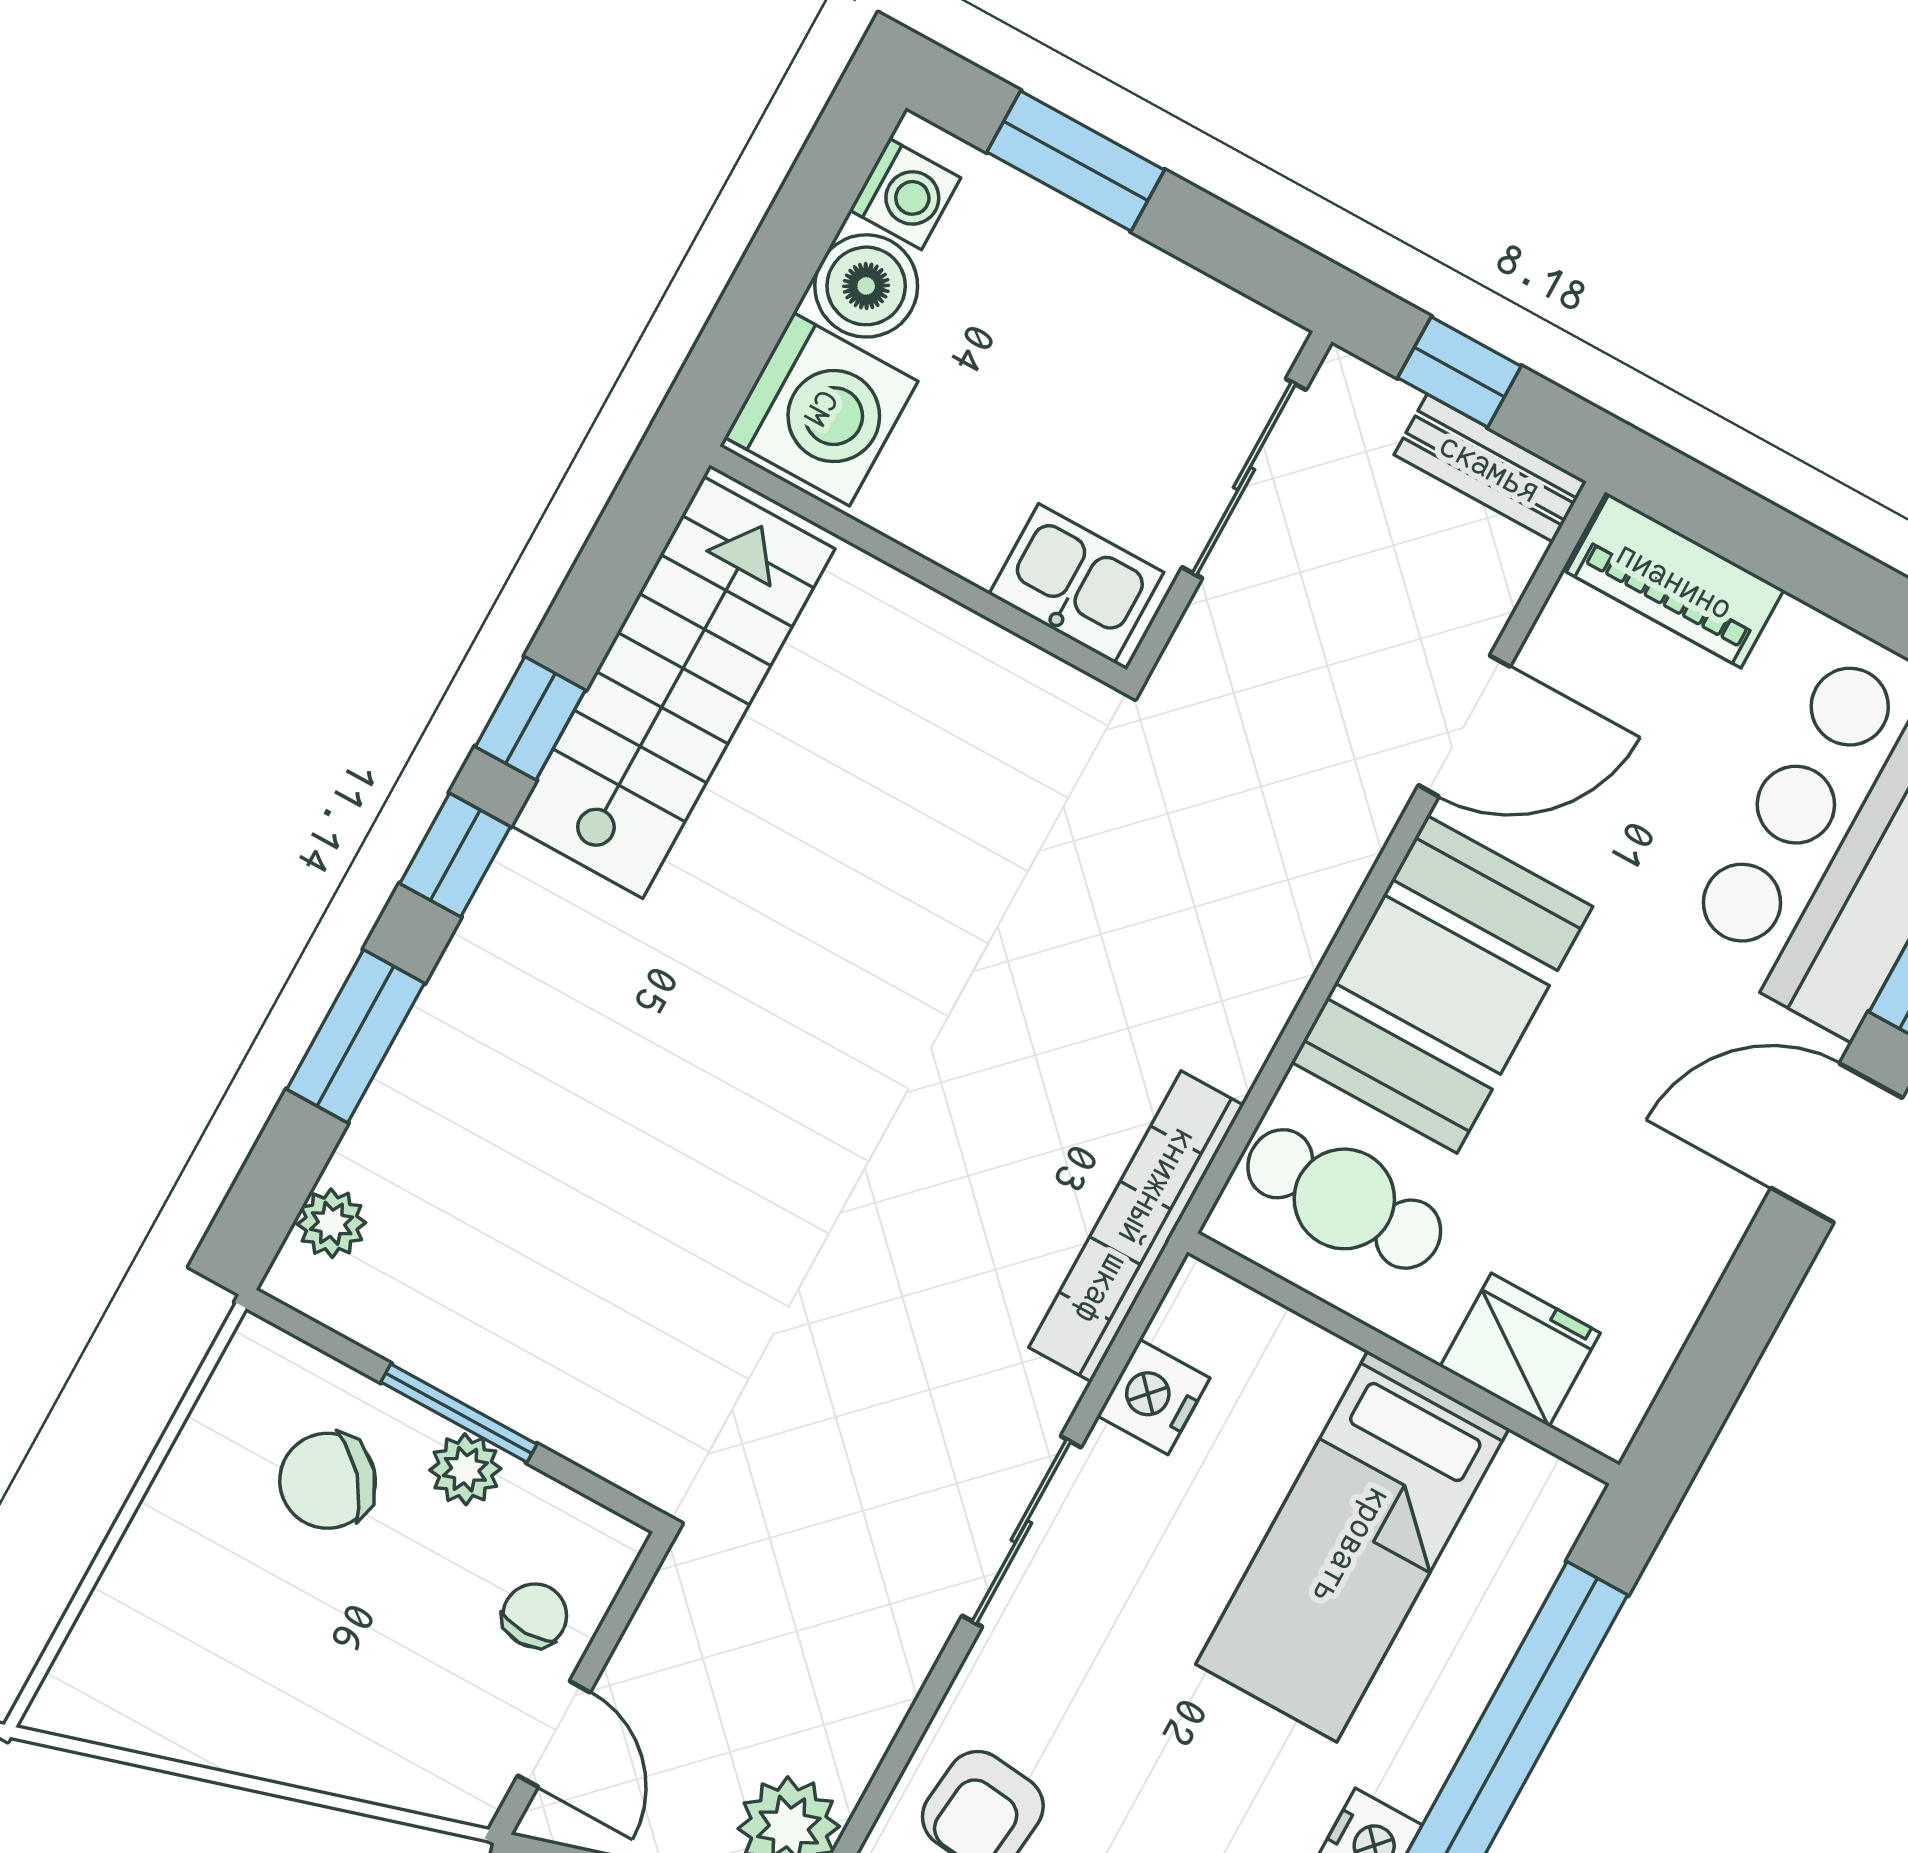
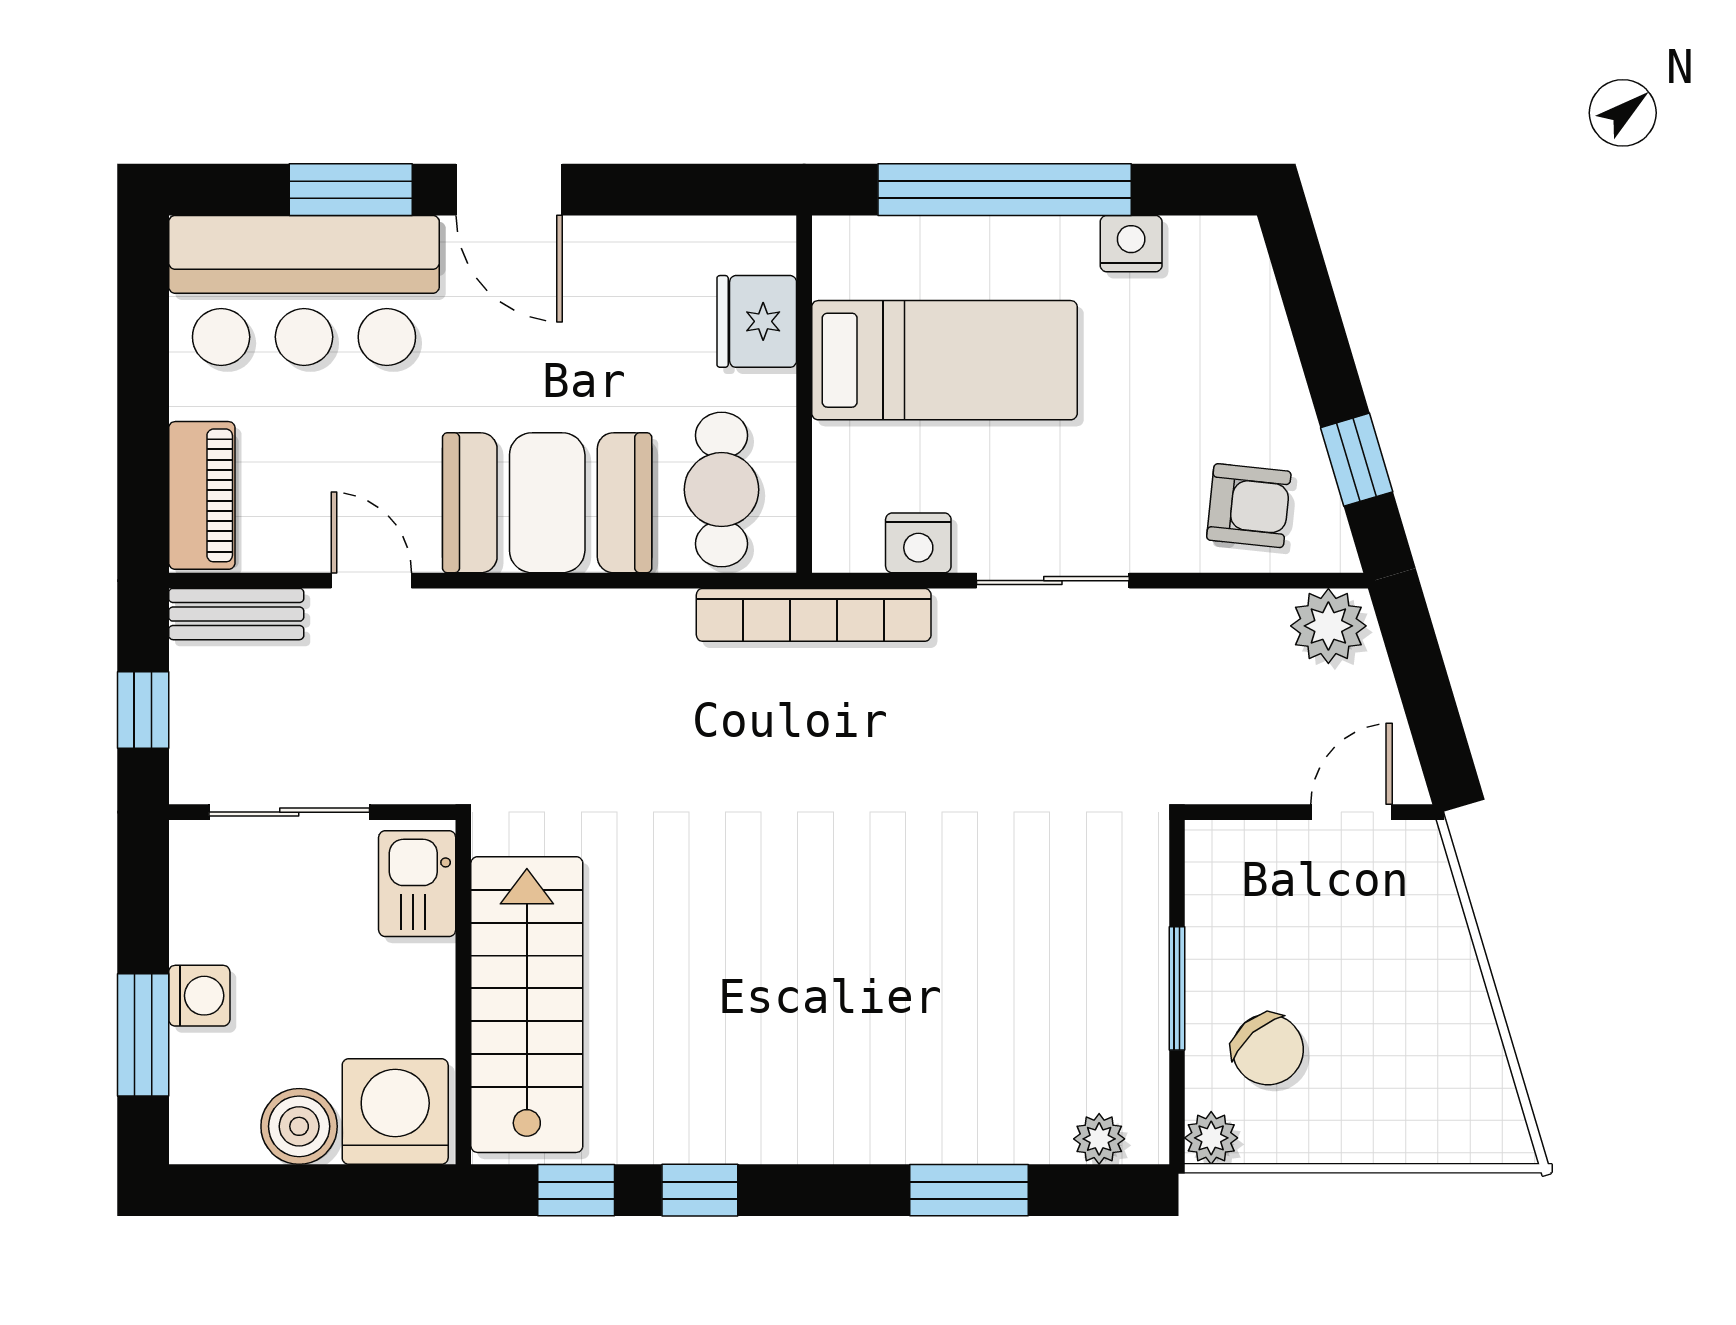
washing machine: (905, 194) -> (199, 996), moved, turned 90
bench: (1490, 468) -> (236, 614), moved, turned 90
stairs: (673, 687) -> (527, 1005), moved, turned 90
door: (1464, 726) -> (371, 581), width x0.73
window: (455, 855) -> (576, 1190), moved
plant: (465, 1469) -> (1211, 1138), moved
chair: (535, 1615) -> (1281, 867), removed

